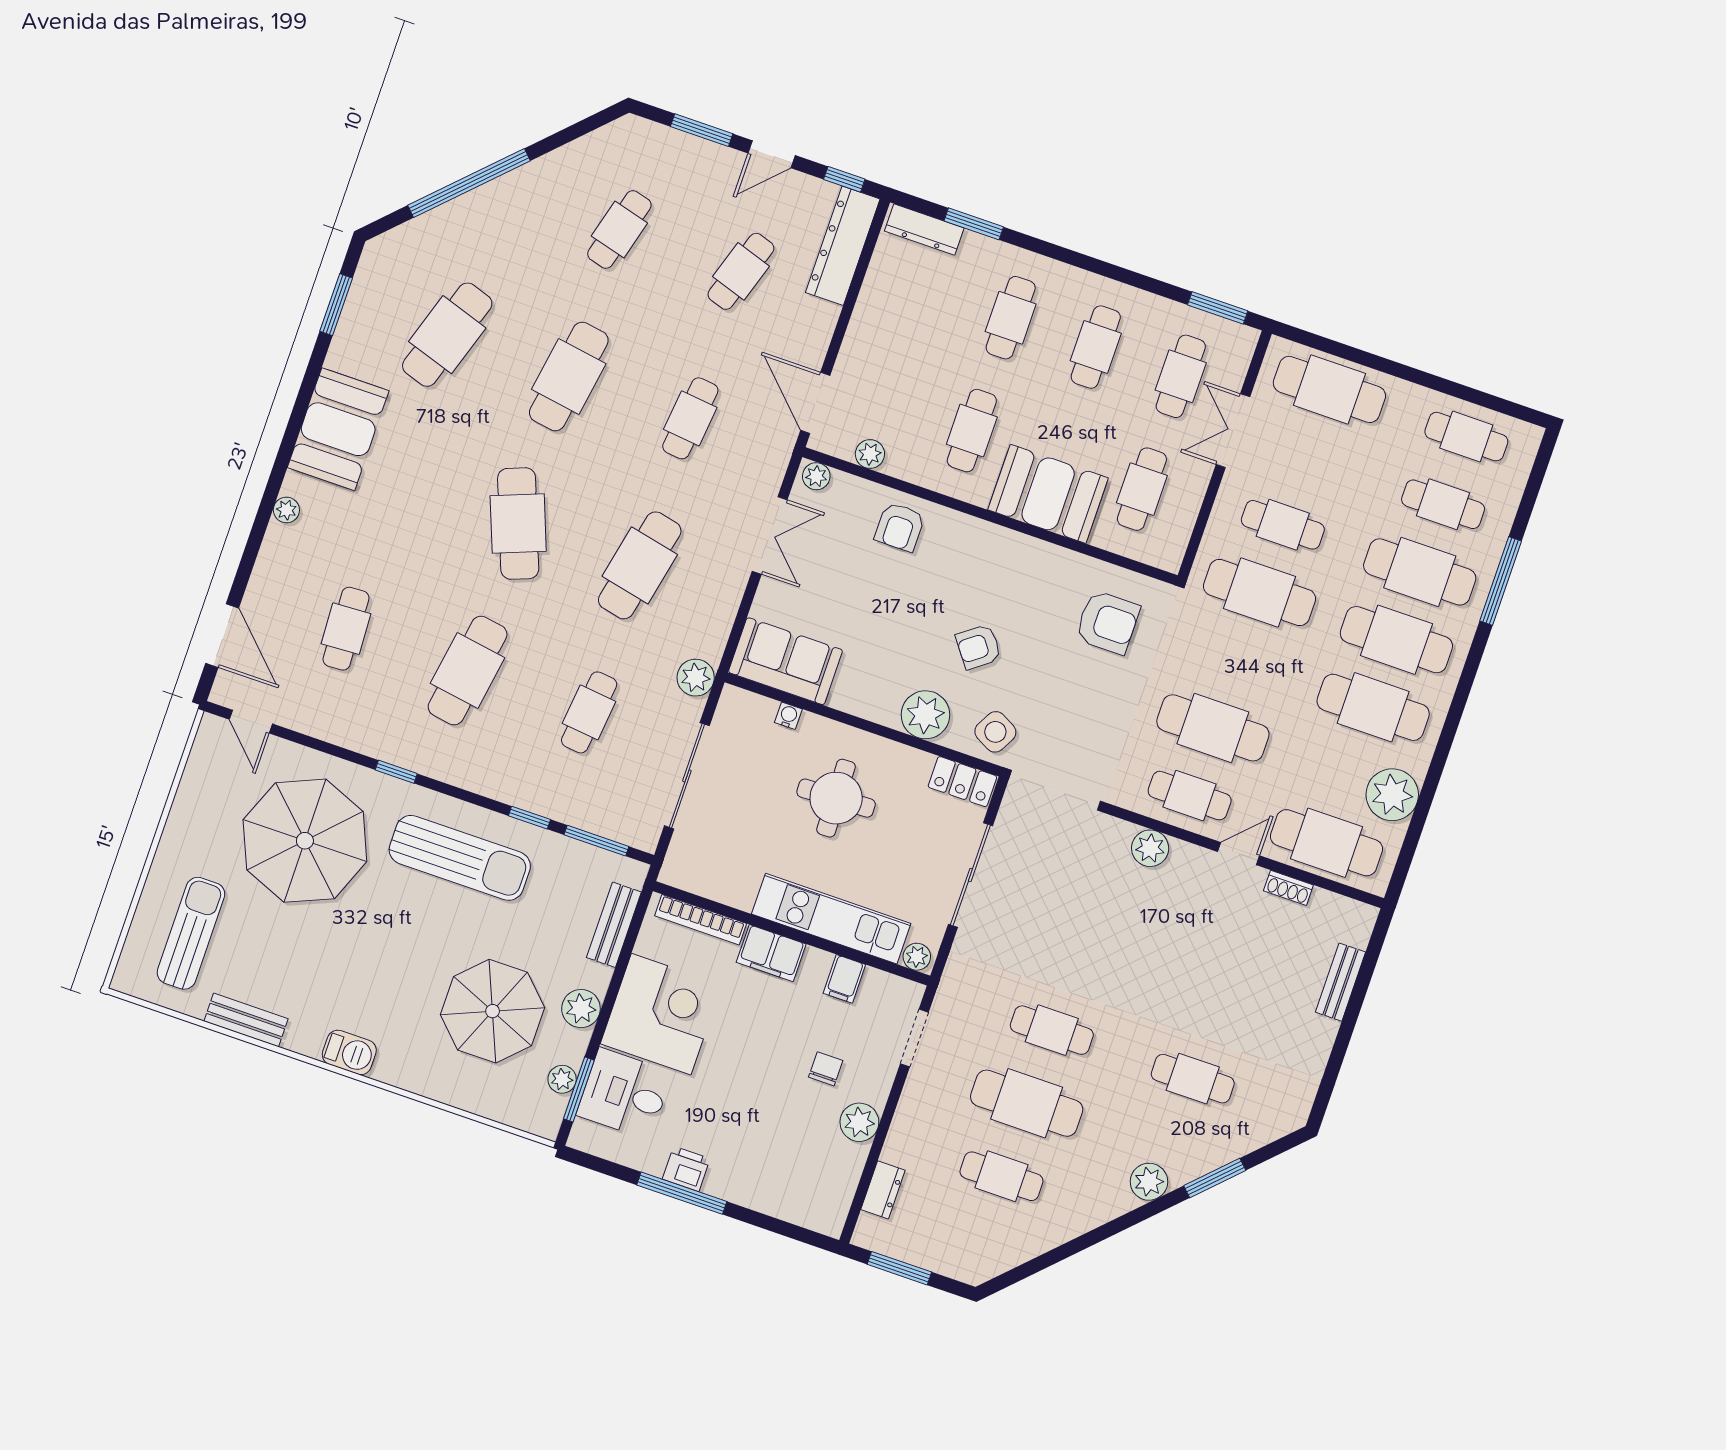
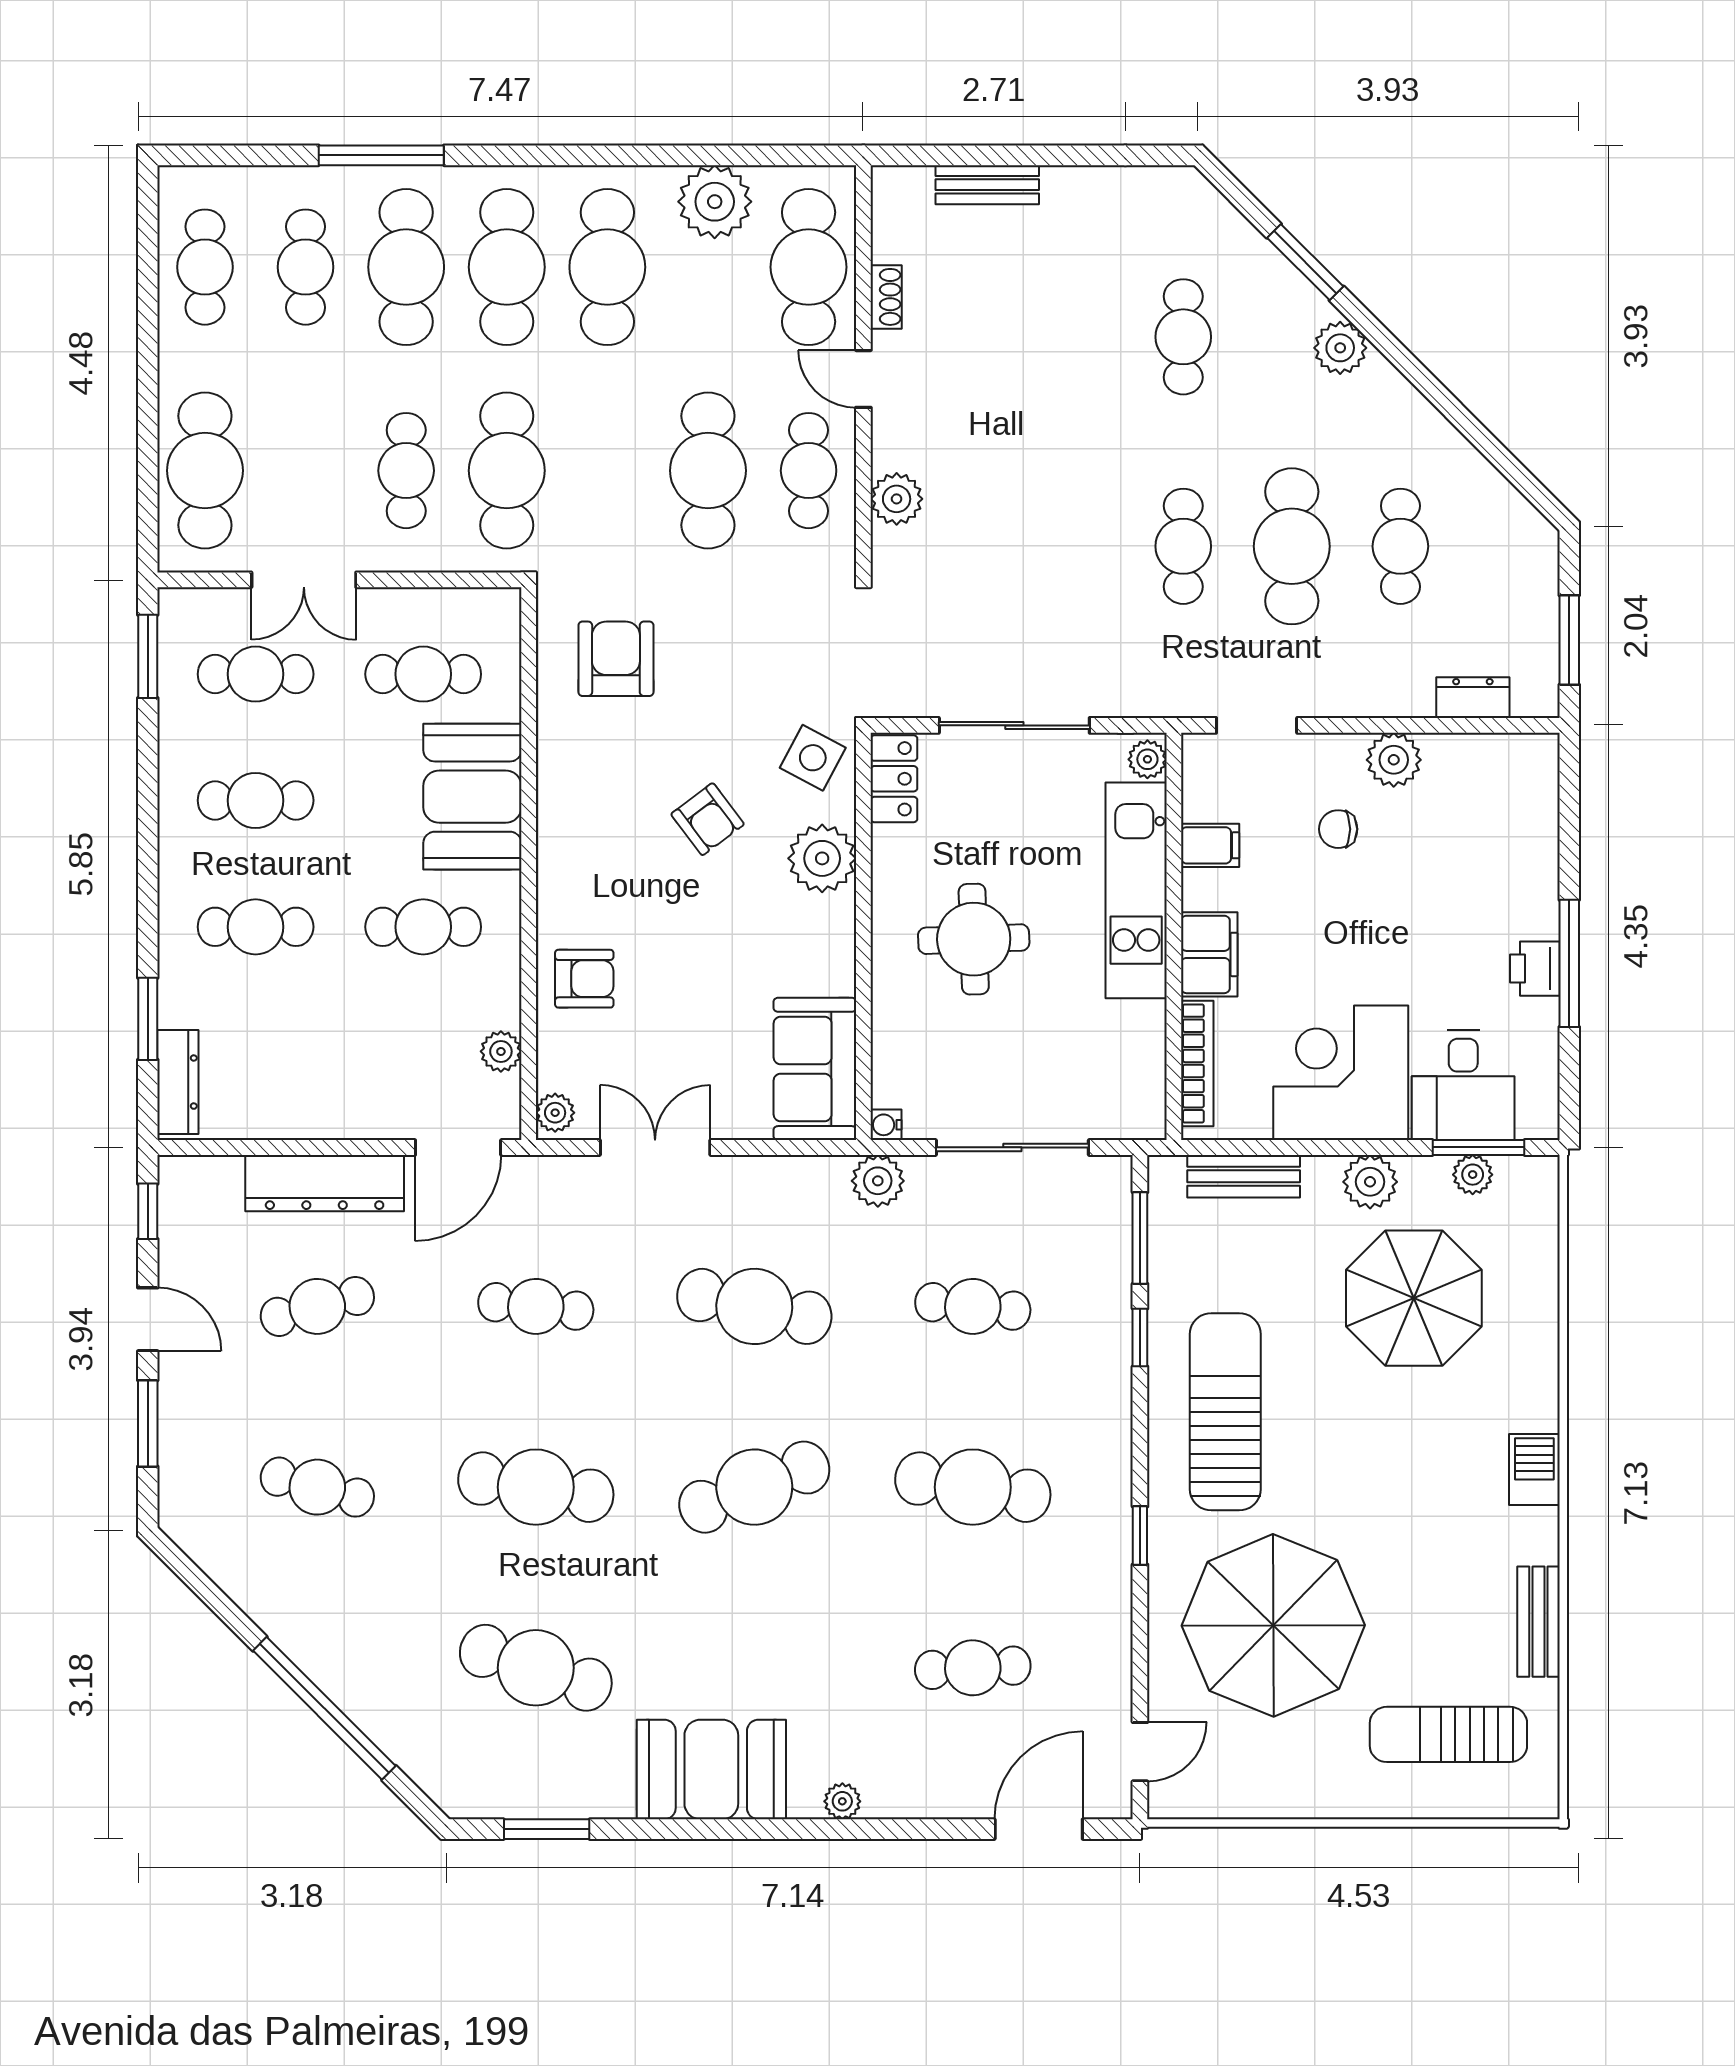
dresser: (843, 246) -> (325, 1183), moved
cafe table: (741, 271) -> (317, 1306), turned -33
water cooler: (788, 716) -> (886, 1125), moved

